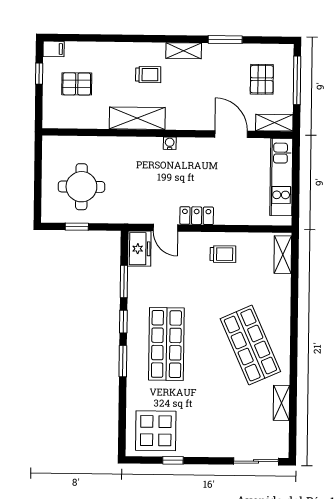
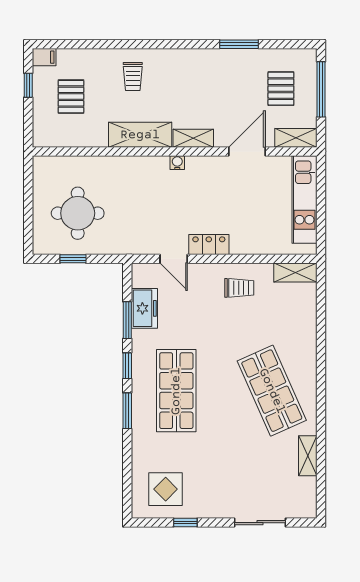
shelving: (184, 51) -> (193, 138), moved
trolley: (148, 75) -> (133, 76), moved, turned 90
pallet: (77, 84) -> (71, 97), turned 90
door: (231, 134) -> (247, 151), hinge flipped
freezer: (139, 249) -> (144, 308), moved
shelving: (283, 255) -> (295, 272), moved, turned 90
display table: (156, 431) -> (166, 489), width x0.73, depth x0.73
sliding door: (256, 461) -> (260, 523), moved

